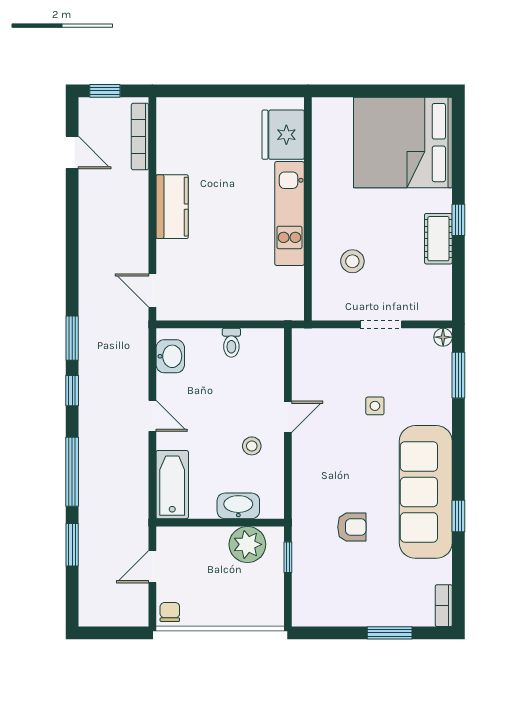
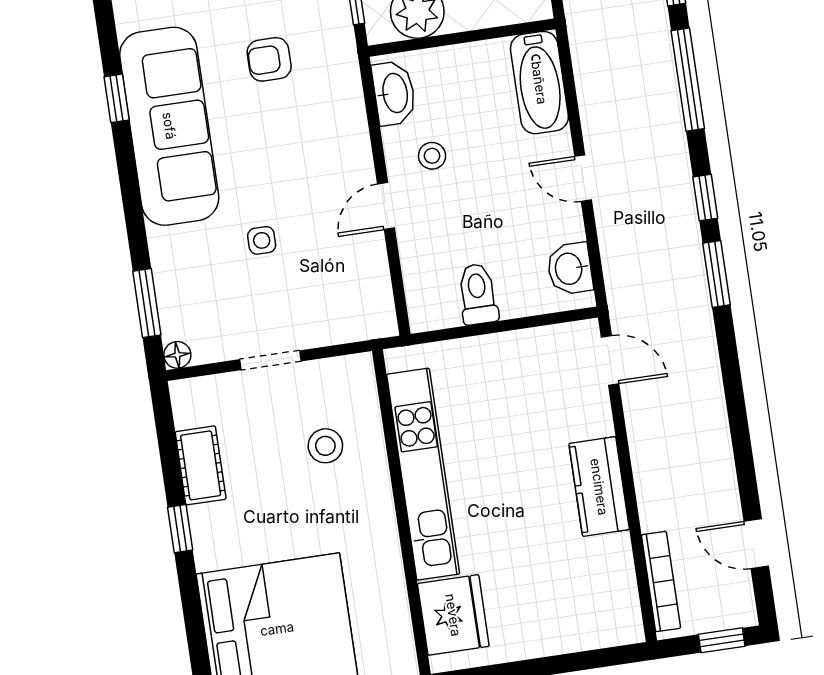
kitchen unit: (289, 214) -> (423, 474), width x1.36
cot: (438, 239) -> (201, 465), moved
toilet: (231, 343) -> (478, 294), width x1.37, depth x1.39
washbasin: (238, 506) -> (394, 93), moved, turned -90

